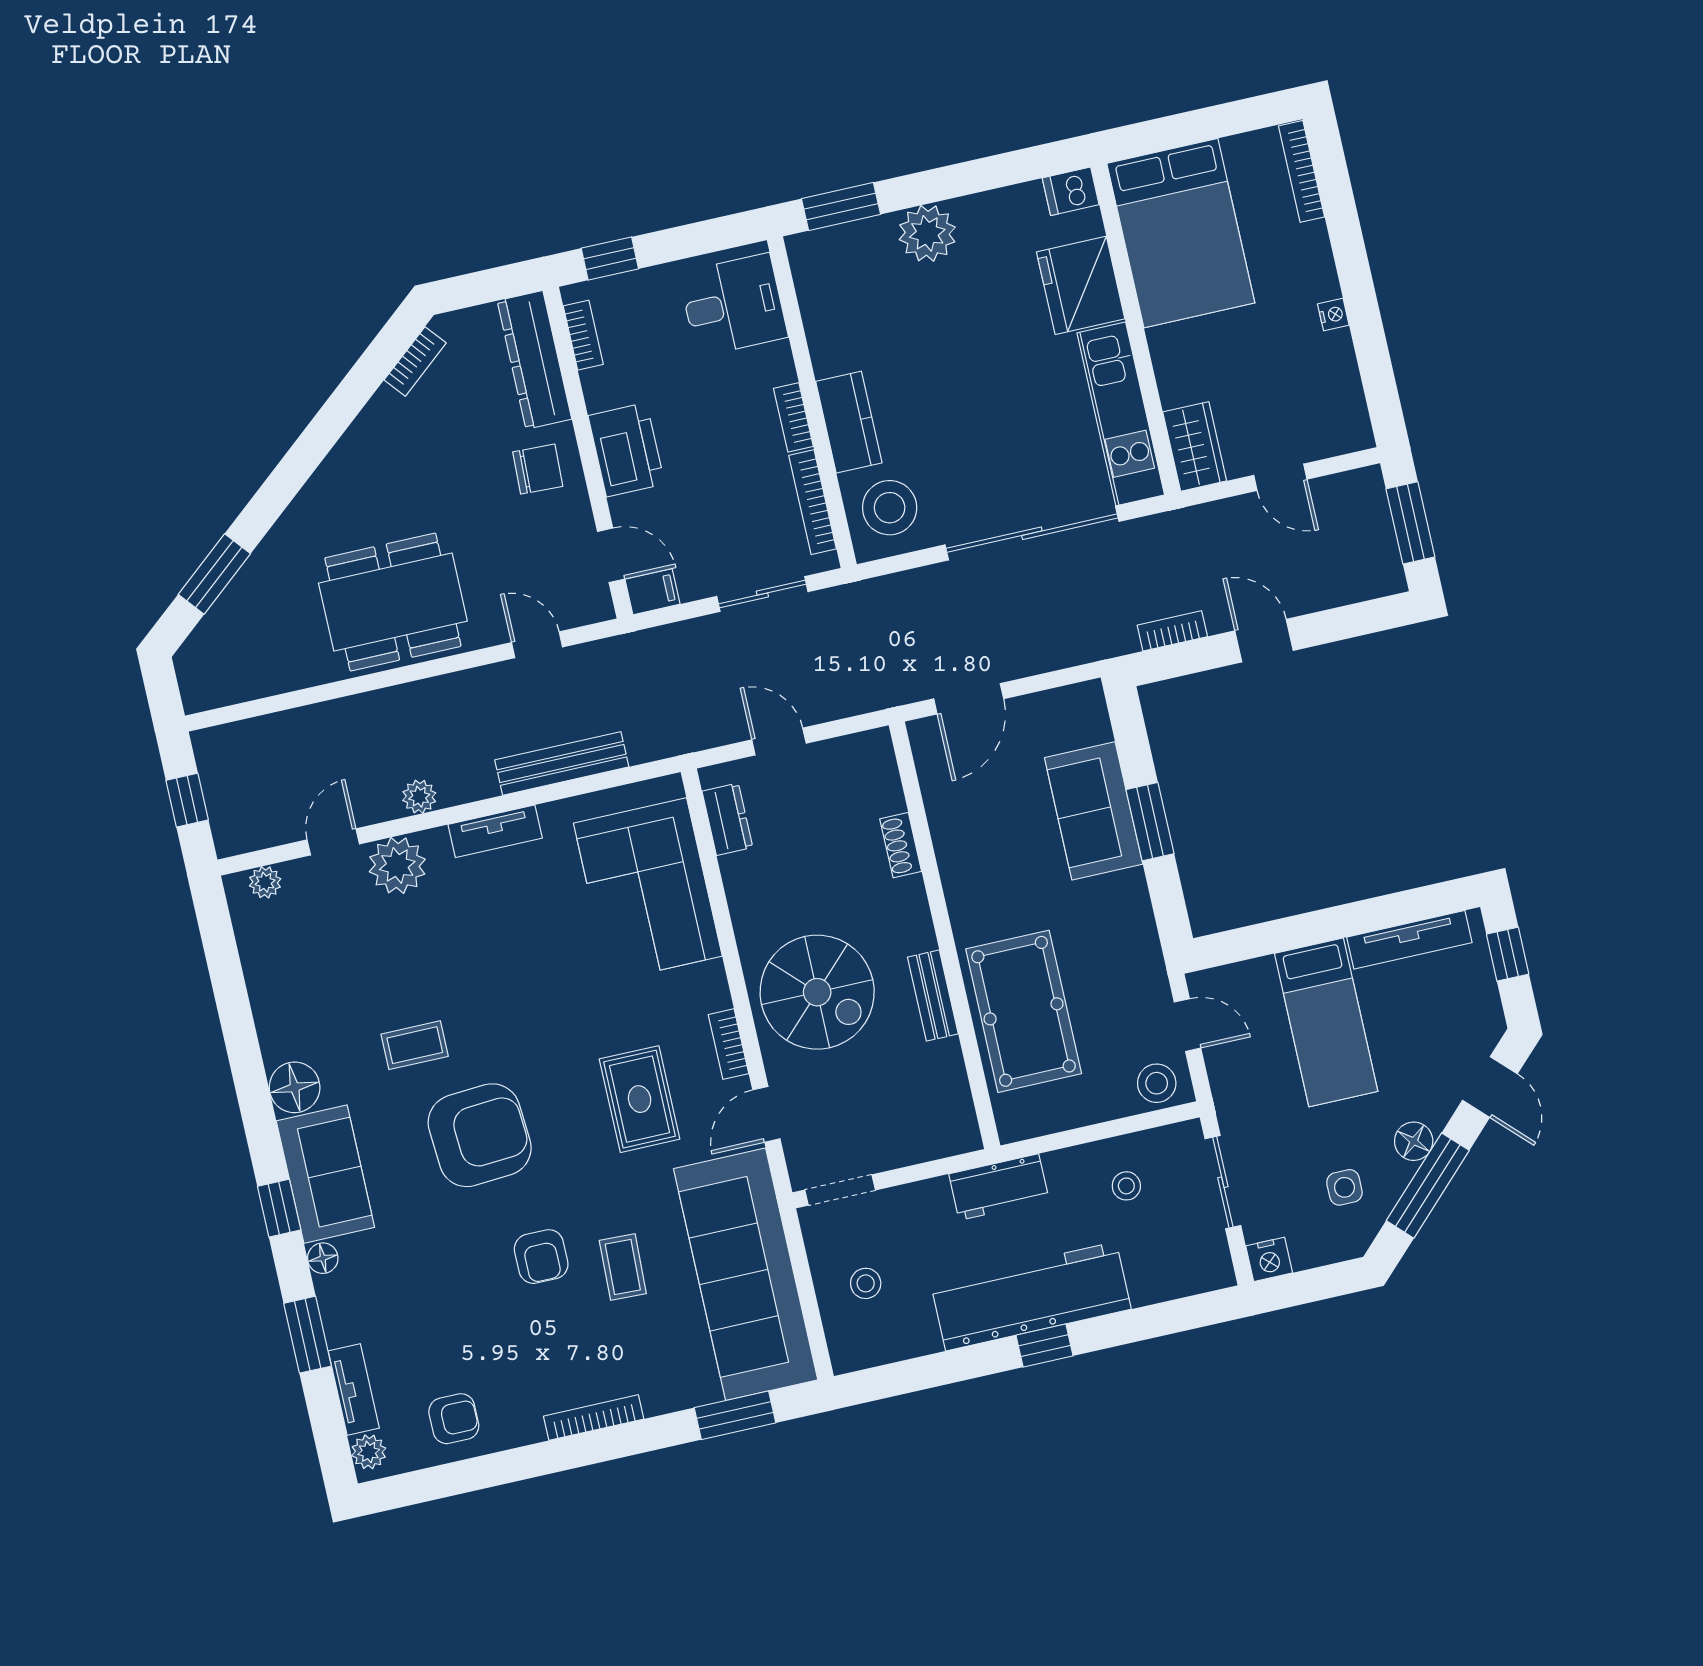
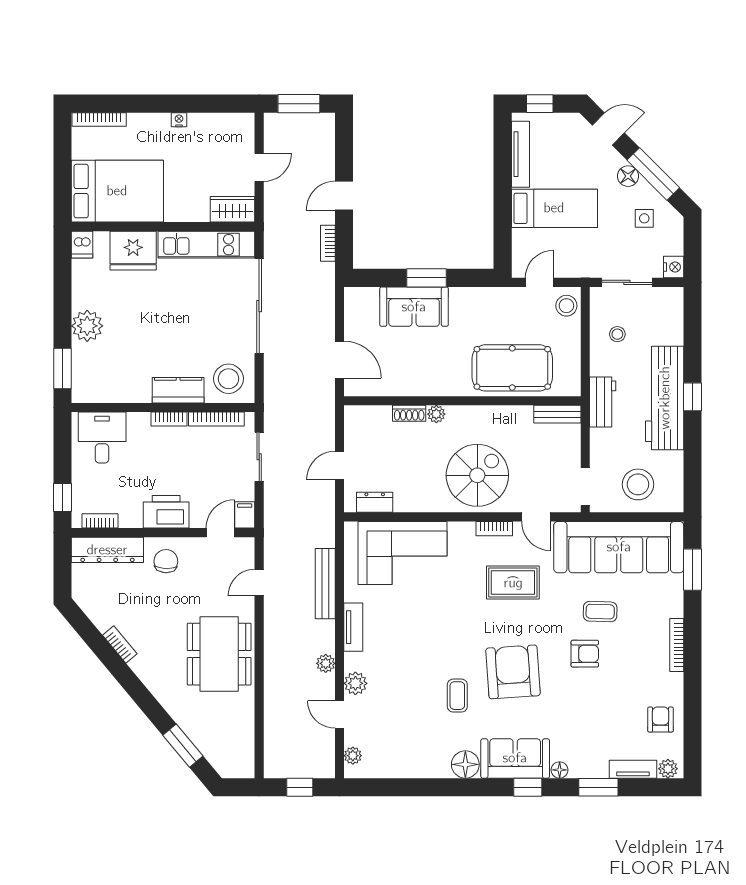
bookcase: (415, 361) -> (120, 644), moved
plant: (397, 865) -> (355, 683), width x0.73, depth x0.73
plant: (910, 894) -> (436, 414), added
bench: (933, 996) -> (557, 414), moved
stool: (866, 1283) -> (638, 484), width x1.89, depth x1.89

